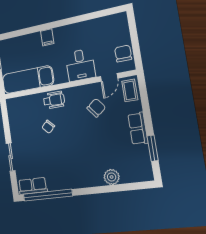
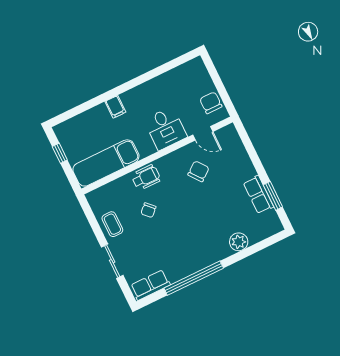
door: (109, 77) -> (203, 133), hinge flipped
coffee table: (130, 90) -> (112, 224), moved
row of seats: (138, 128) -> (258, 195), moved
window: (48, 195) -> (194, 278), moved

